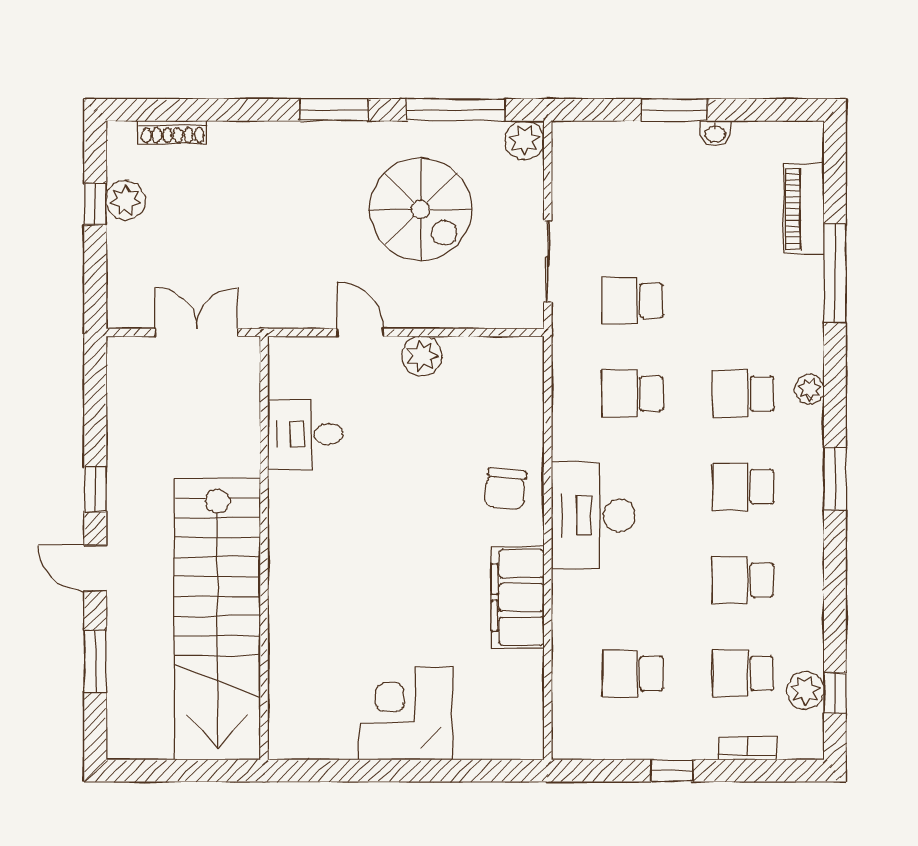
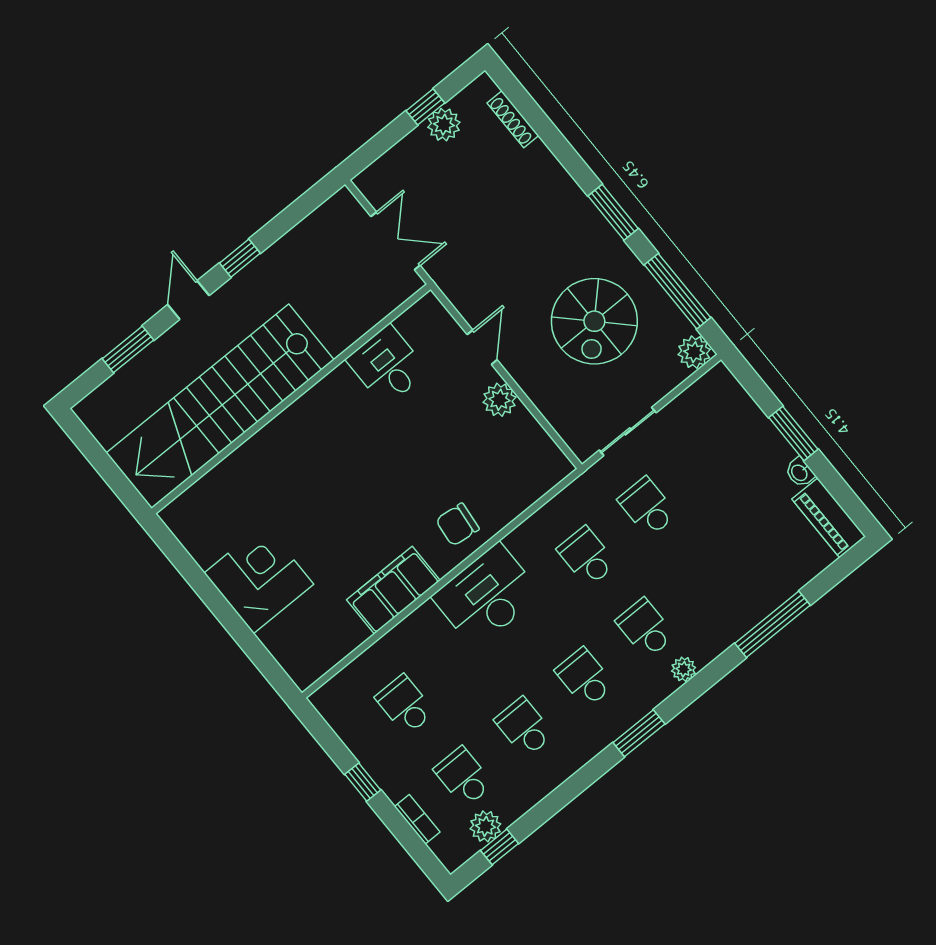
piano: (804, 209) -> (829, 518), moved, turned -90

